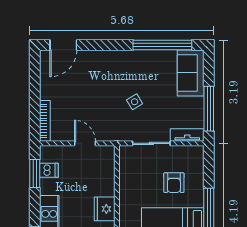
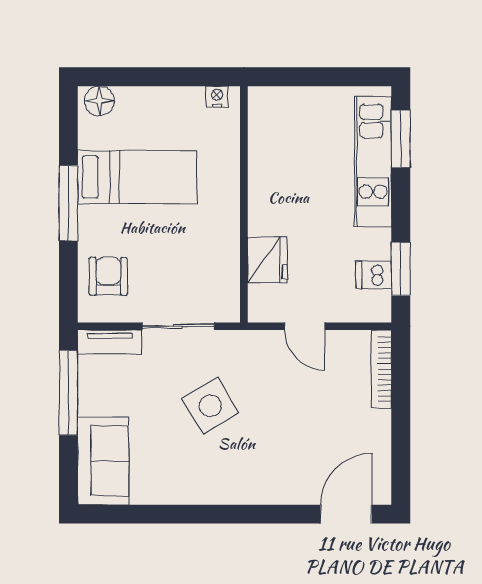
window: (162, 45) -> (157, 514), removed
side table: (135, 102) -> (210, 406), width x1.87, depth x1.87
armchair: (174, 183) -> (108, 276), moved
fridge: (105, 209) -> (267, 260), moved

